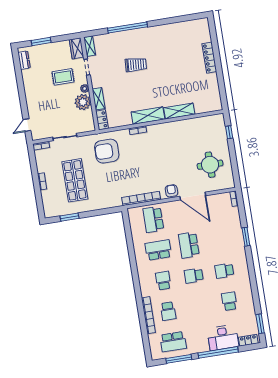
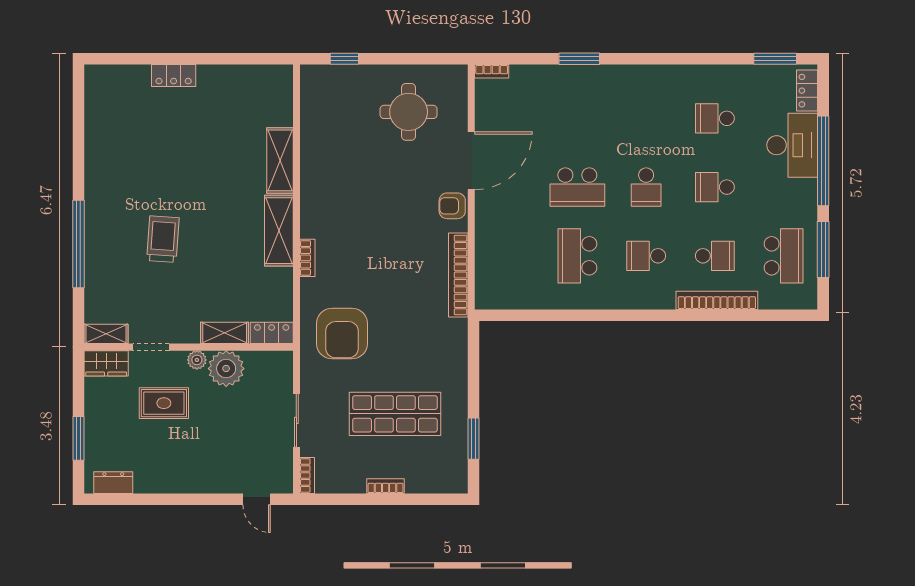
locker: (209, 58) -> (174, 76), width x0.66
rug: (63, 77) -> (164, 403), turned 90
school desk: (153, 219) -> (509, 256), removed
school desk: (224, 271) -> (715, 187), moved, turned 90

